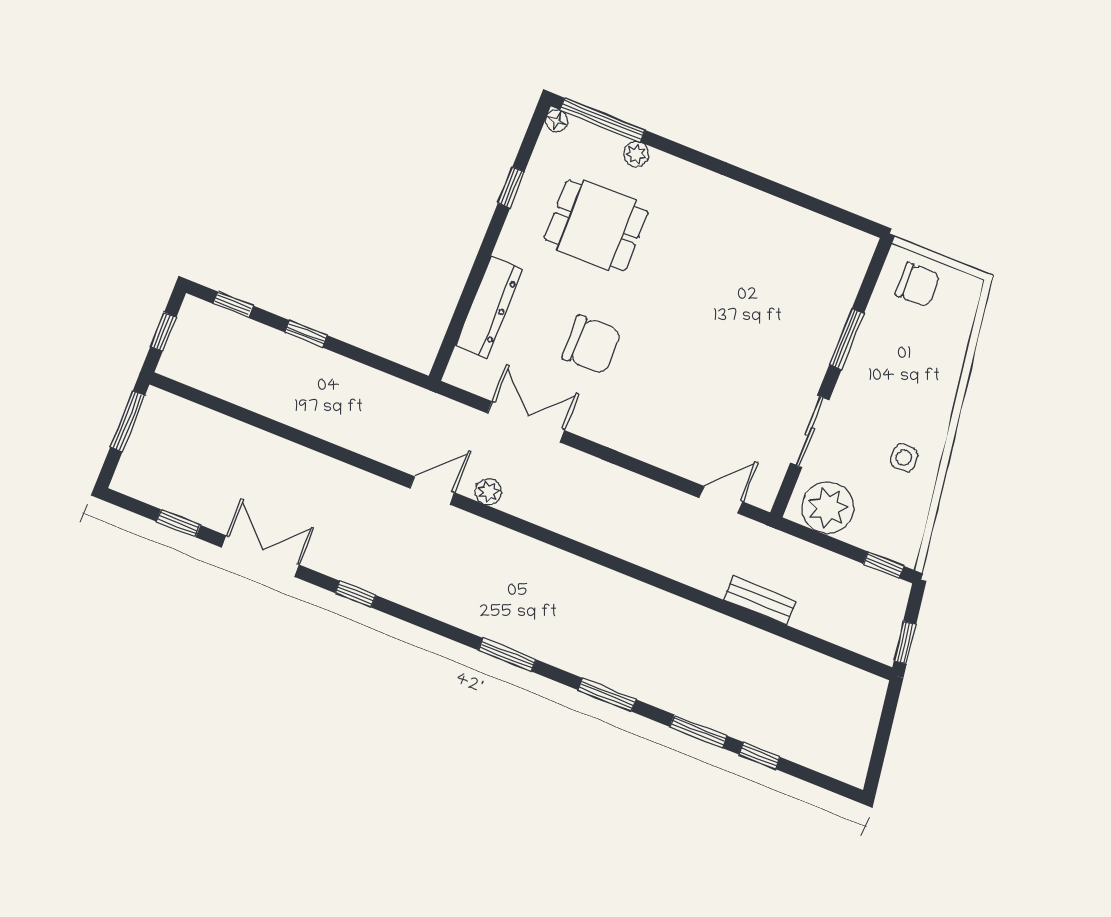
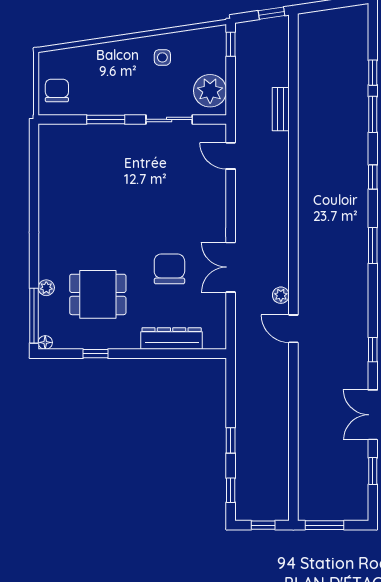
dining table: (596, 225) -> (98, 294), turned 90
double door: (526, 422) -> (231, 267), moved
window: (607, 695) -> (373, 177), width x0.67

